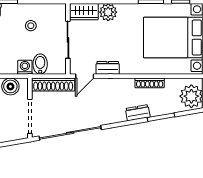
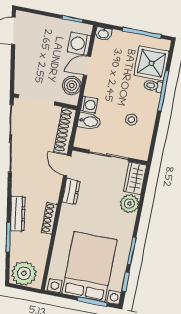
shoe rack: (150, 83) -> (49, 218), moved
dresser: (138, 113) -> (18, 214), width x1.44

